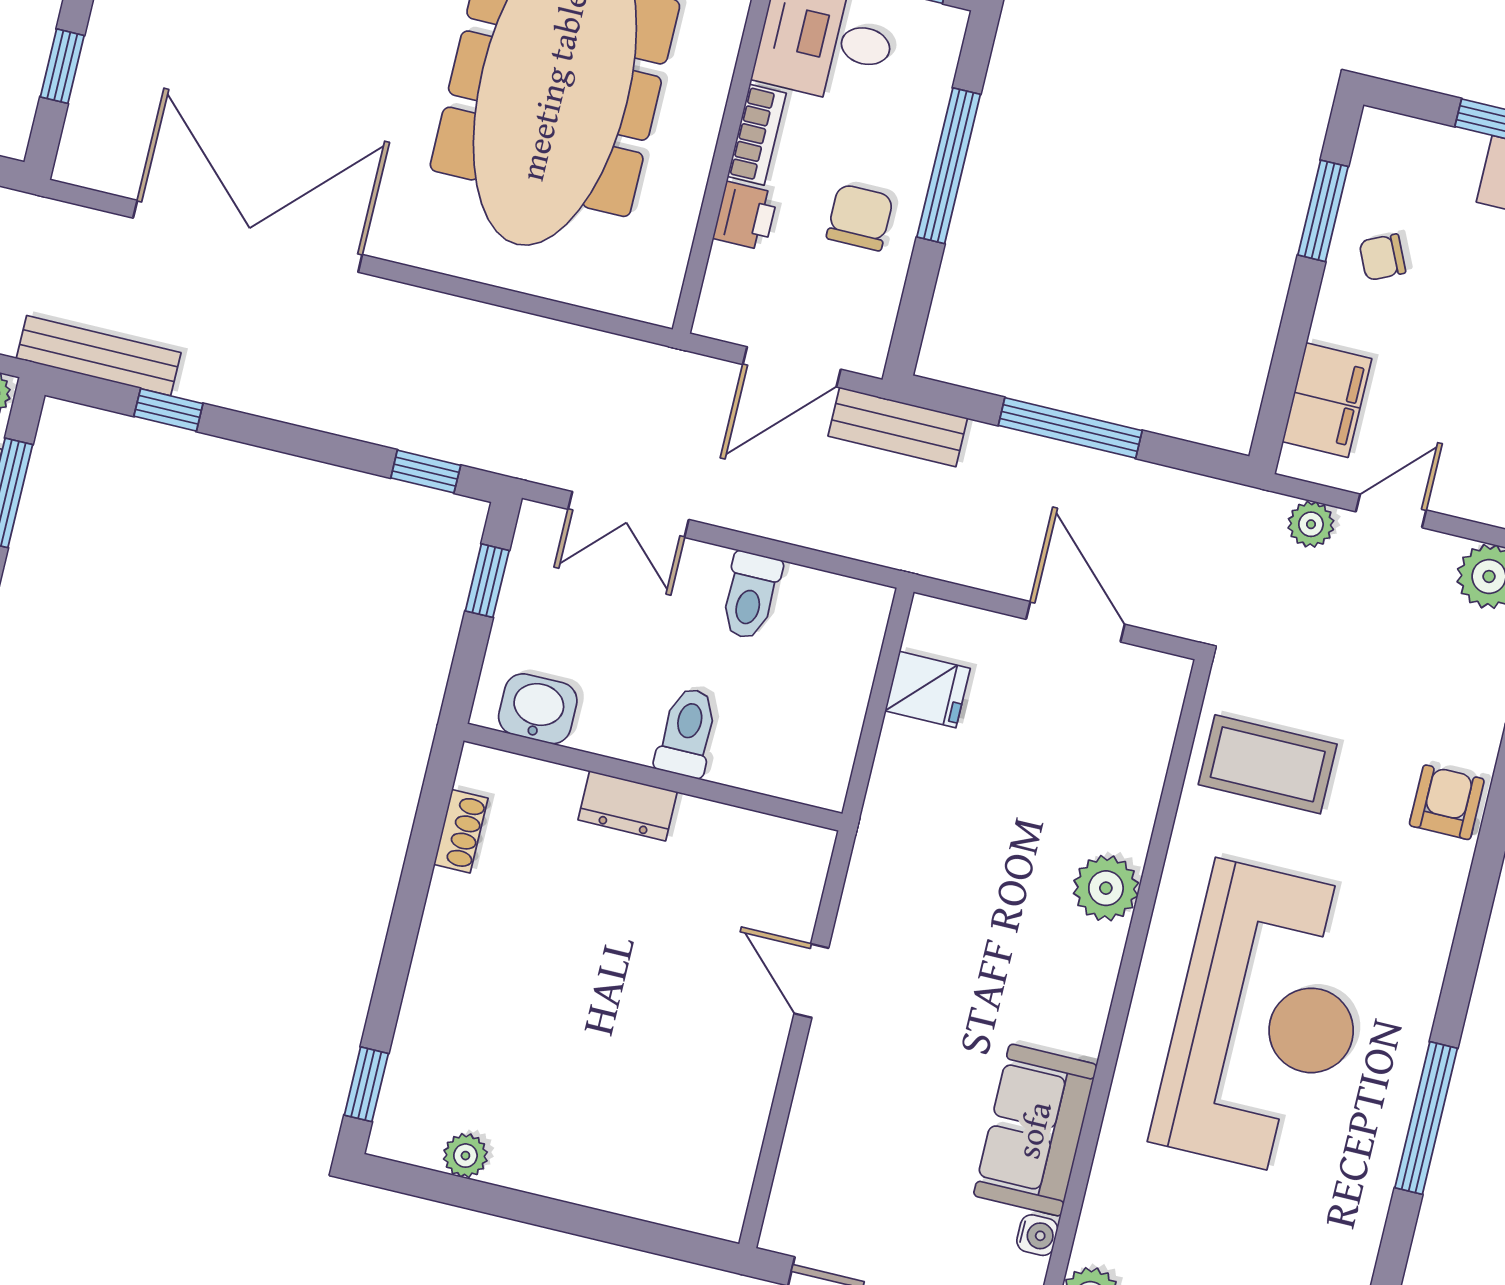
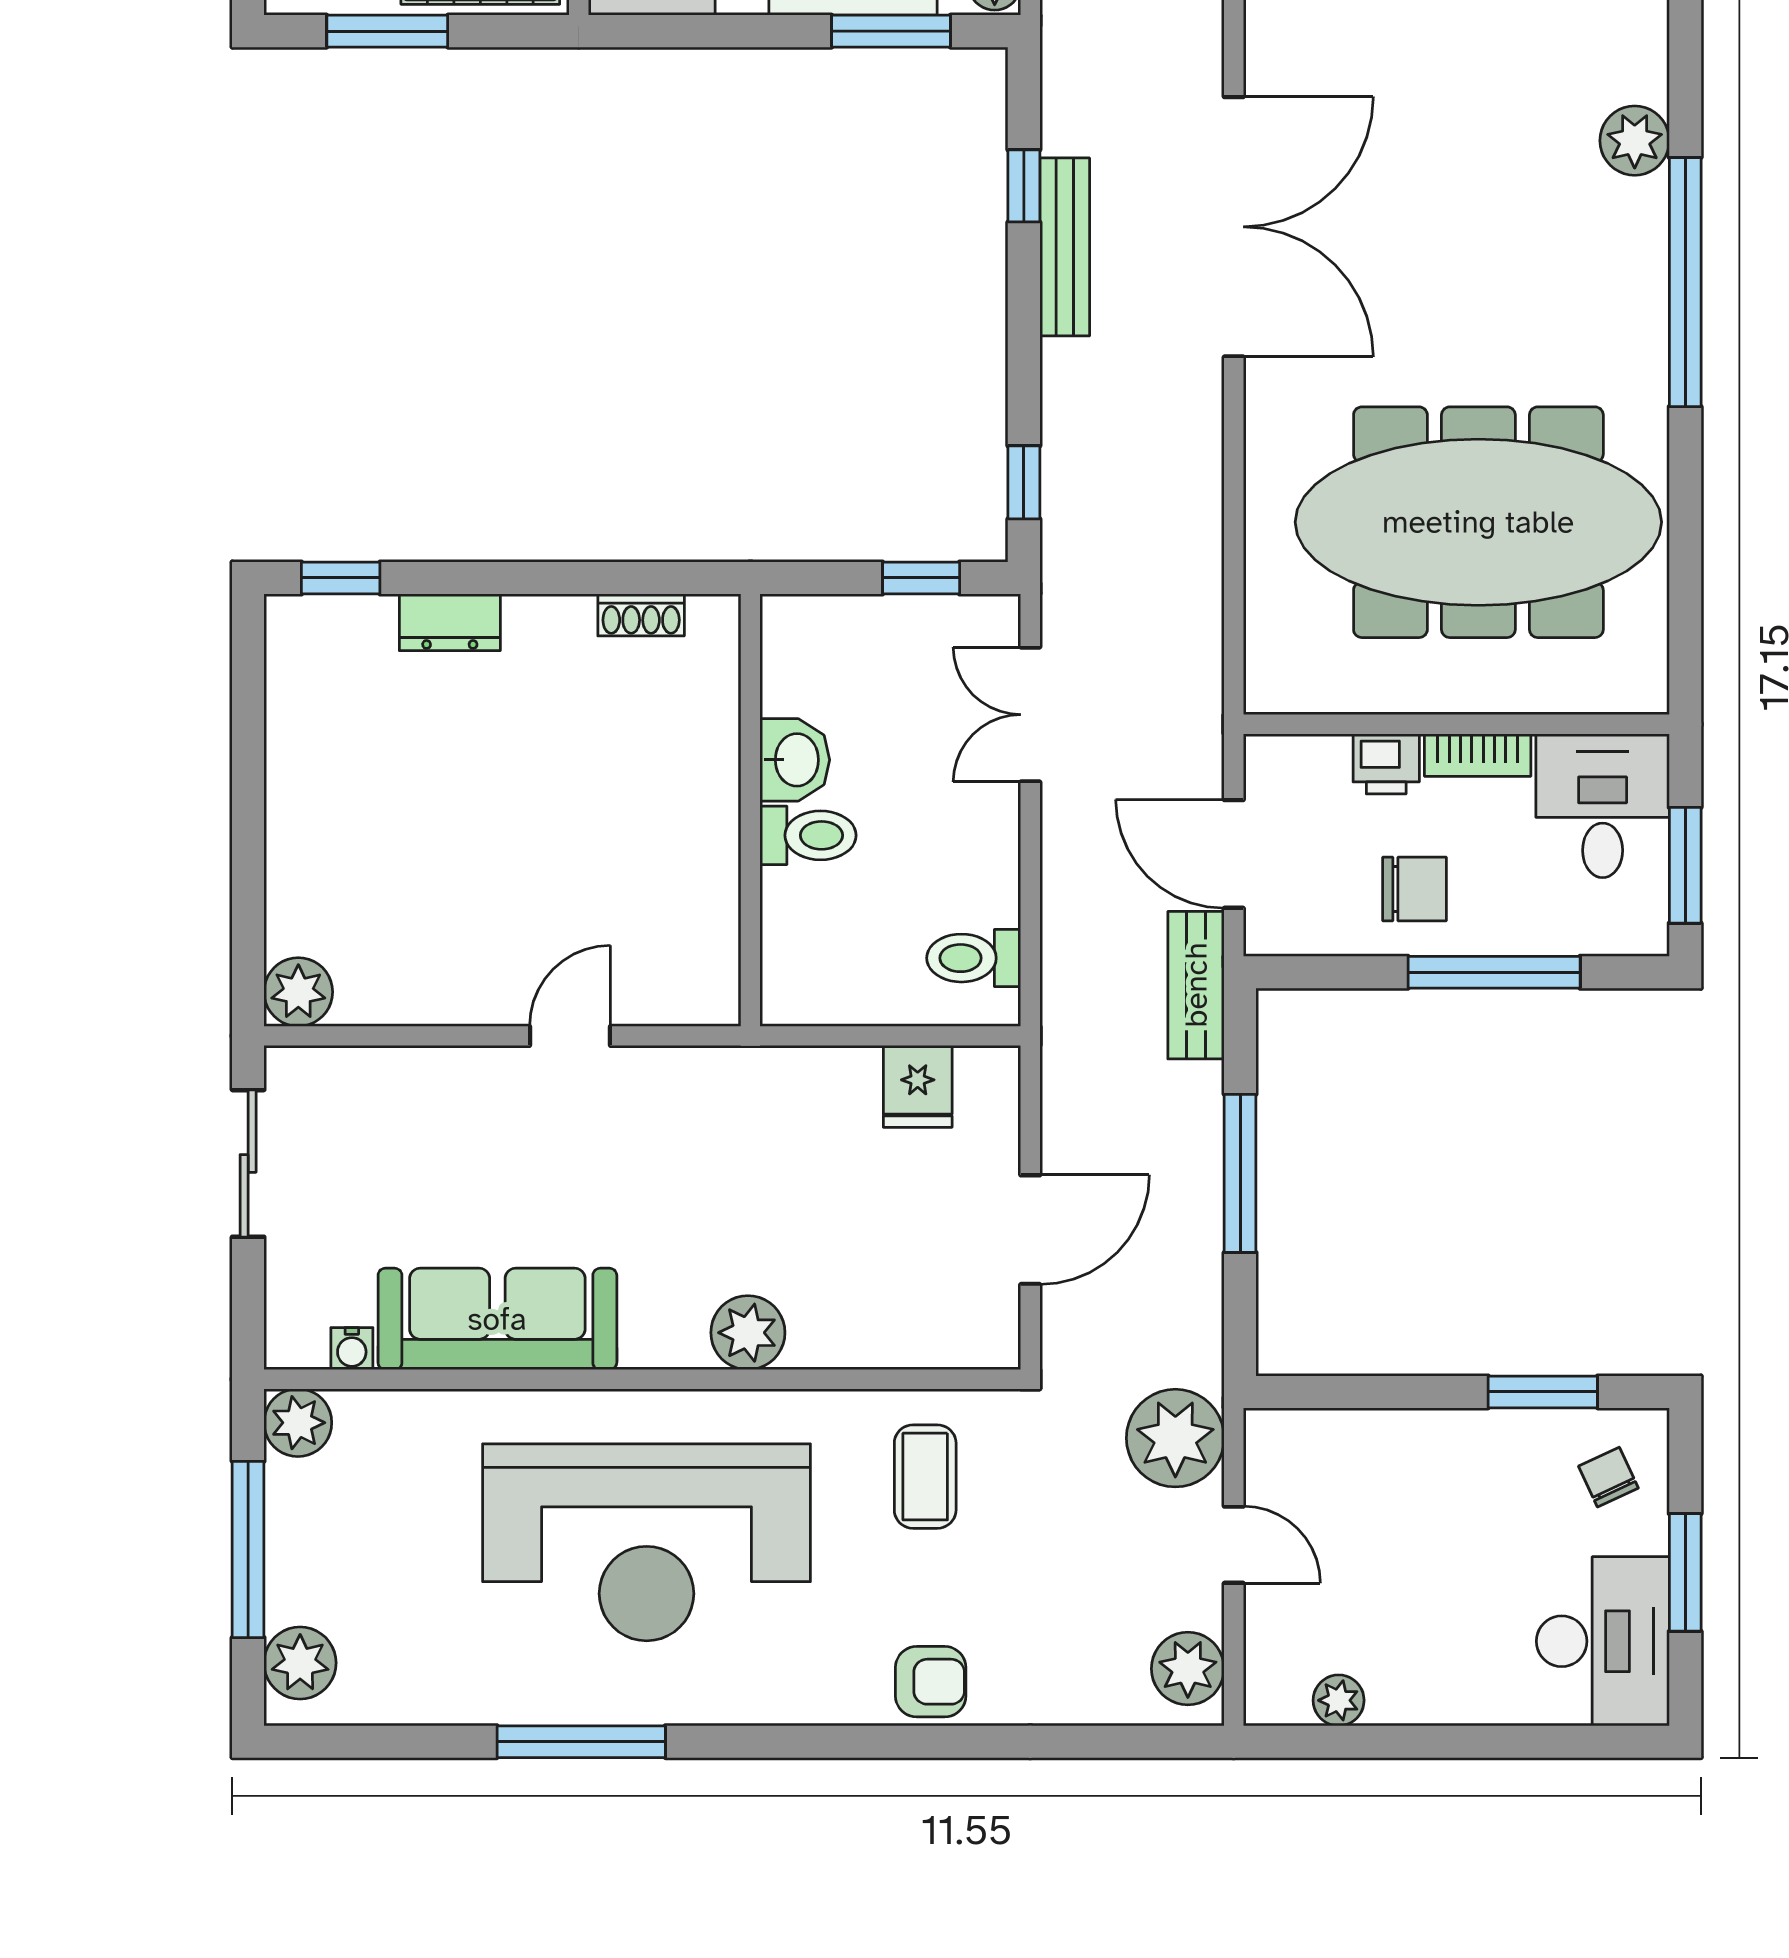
chair: (1382, 257) -> (1608, 1477), moved
bench: (99, 356) -> (1065, 247), moved
filing cabinet: (1327, 400) -> (1338, 1446), removed
plant: (1311, 524) -> (1175, 1438), width x1.88, depth x1.88
toilet: (750, 596) -> (974, 958), moved
washbasin: (538, 709) -> (795, 760), moved
coffee table: (1268, 764) -> (925, 1477), width x0.73, depth x0.77
dresser: (628, 806) -> (450, 622), moved, turned -90
sofa: (1035, 1130) -> (497, 1319), width x1.36
plant: (465, 1156) -> (298, 992), moved, width x1.38, depth x1.38

